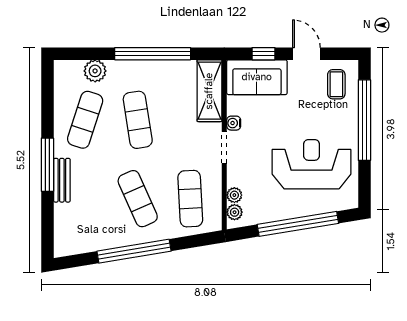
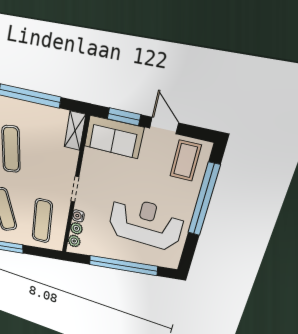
window: (263, 54) -> (124, 117), width x1.50
coffee table: (336, 84) -> (186, 161), width x1.36, depth x1.30
shelving: (209, 91) -> (75, 131), width x0.67, depth x0.75
water cooler: (234, 123) -> (78, 216), moved

